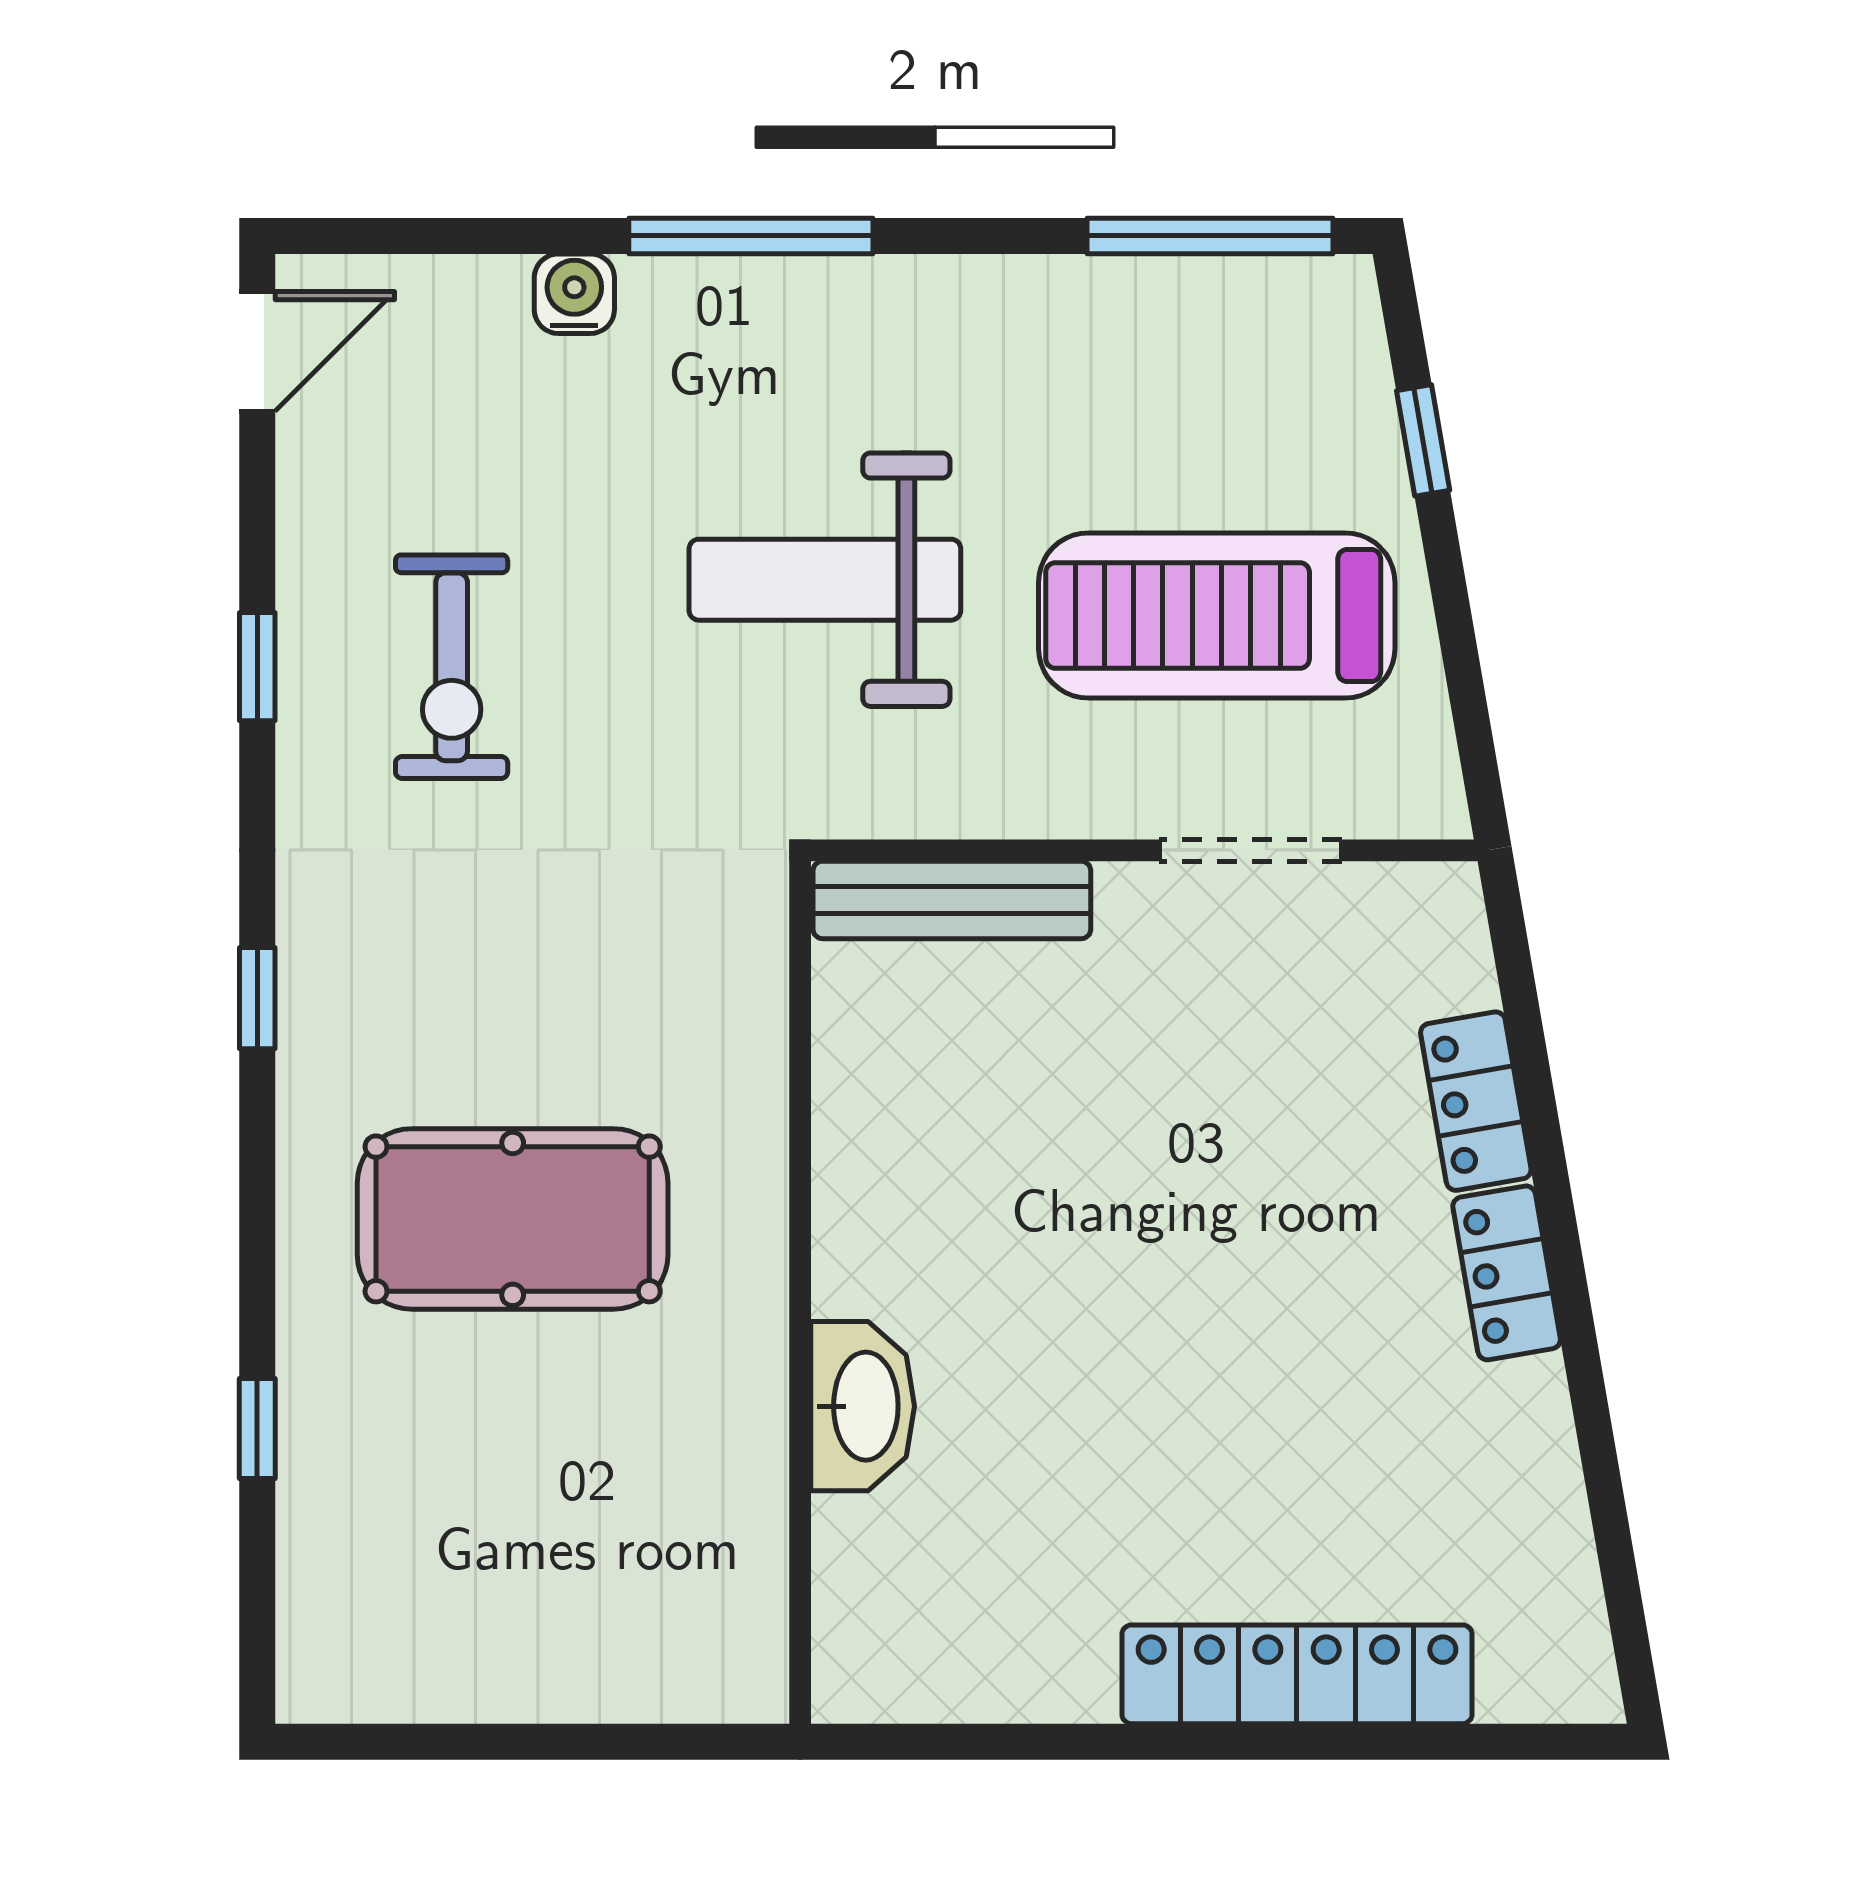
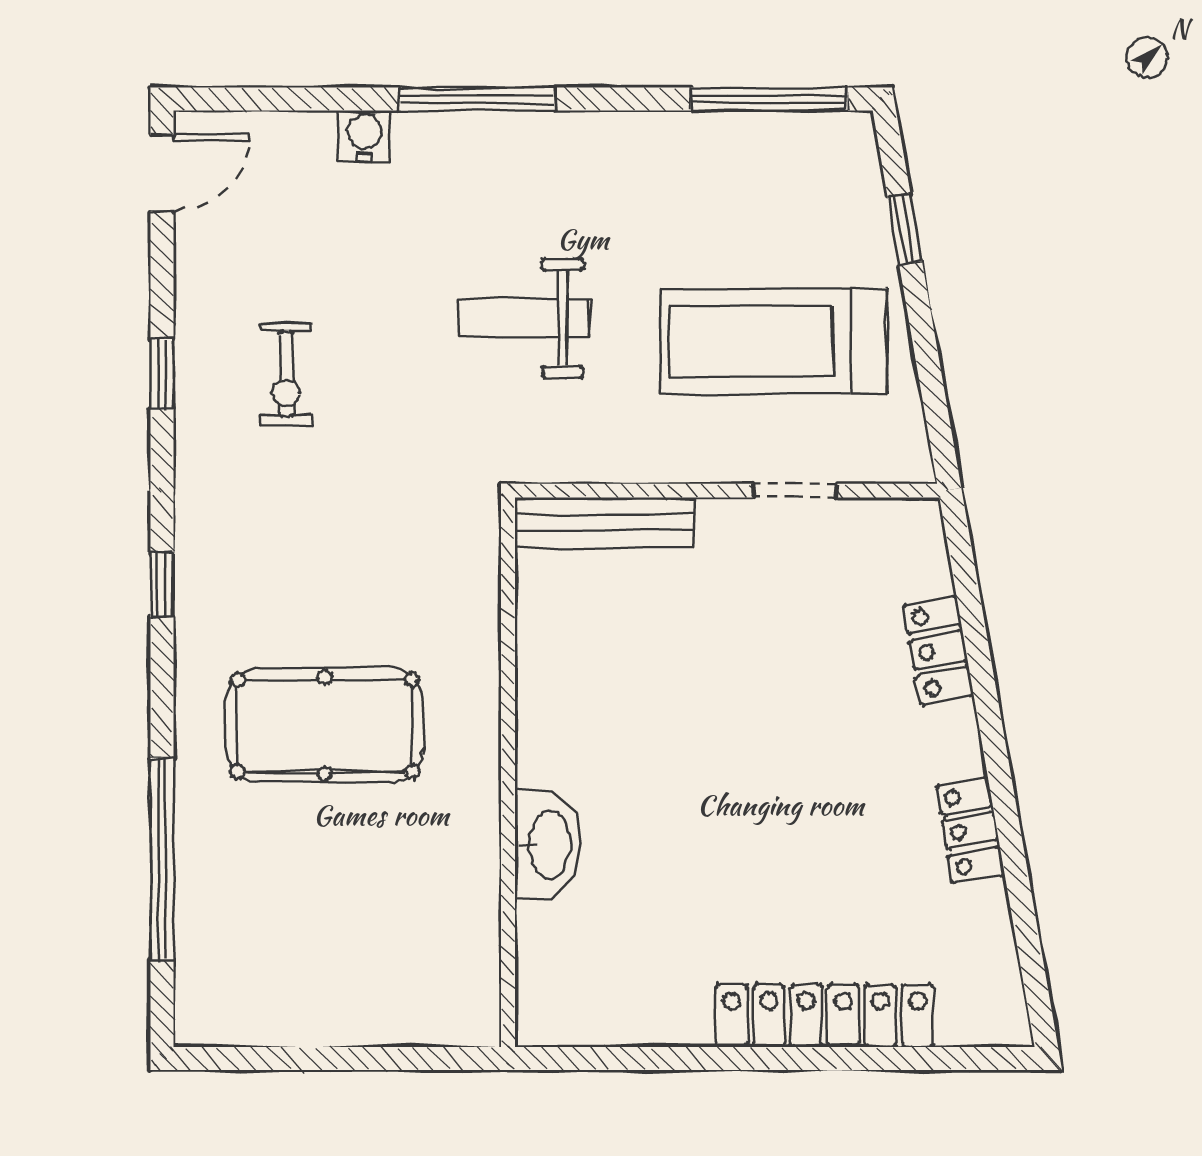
weight bench: (825, 580) -> (524, 318), width x0.73, depth x0.75
exercise bike: (452, 667) -> (286, 374), width x0.73, depth x0.72
doorway: (1250, 850) -> (795, 491), width x0.73
locker: (1507, 1273) -> (970, 830), moved
window: (257, 1428) -> (162, 859), width x3.17

